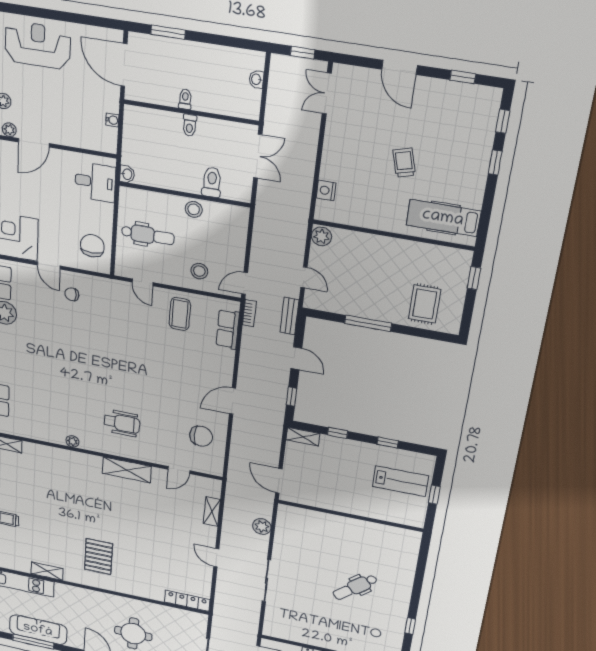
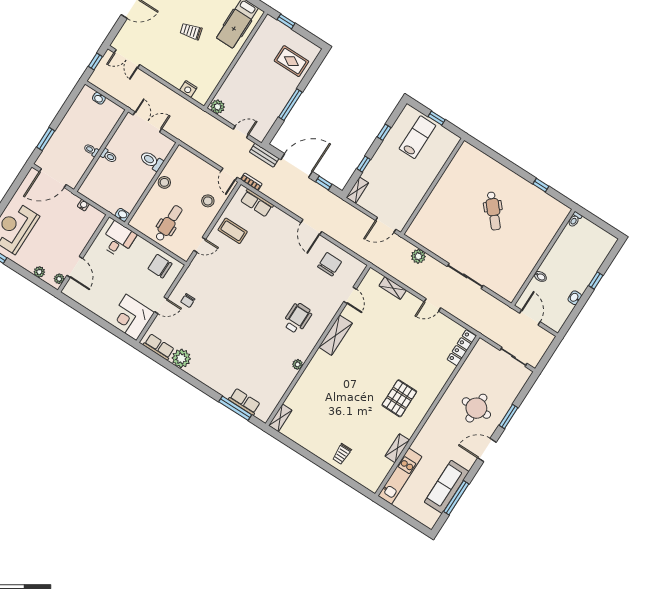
door: (296, 358) -> (297, 166), width x1.88
pallet: (99, 557) -> (399, 398), turned 90

